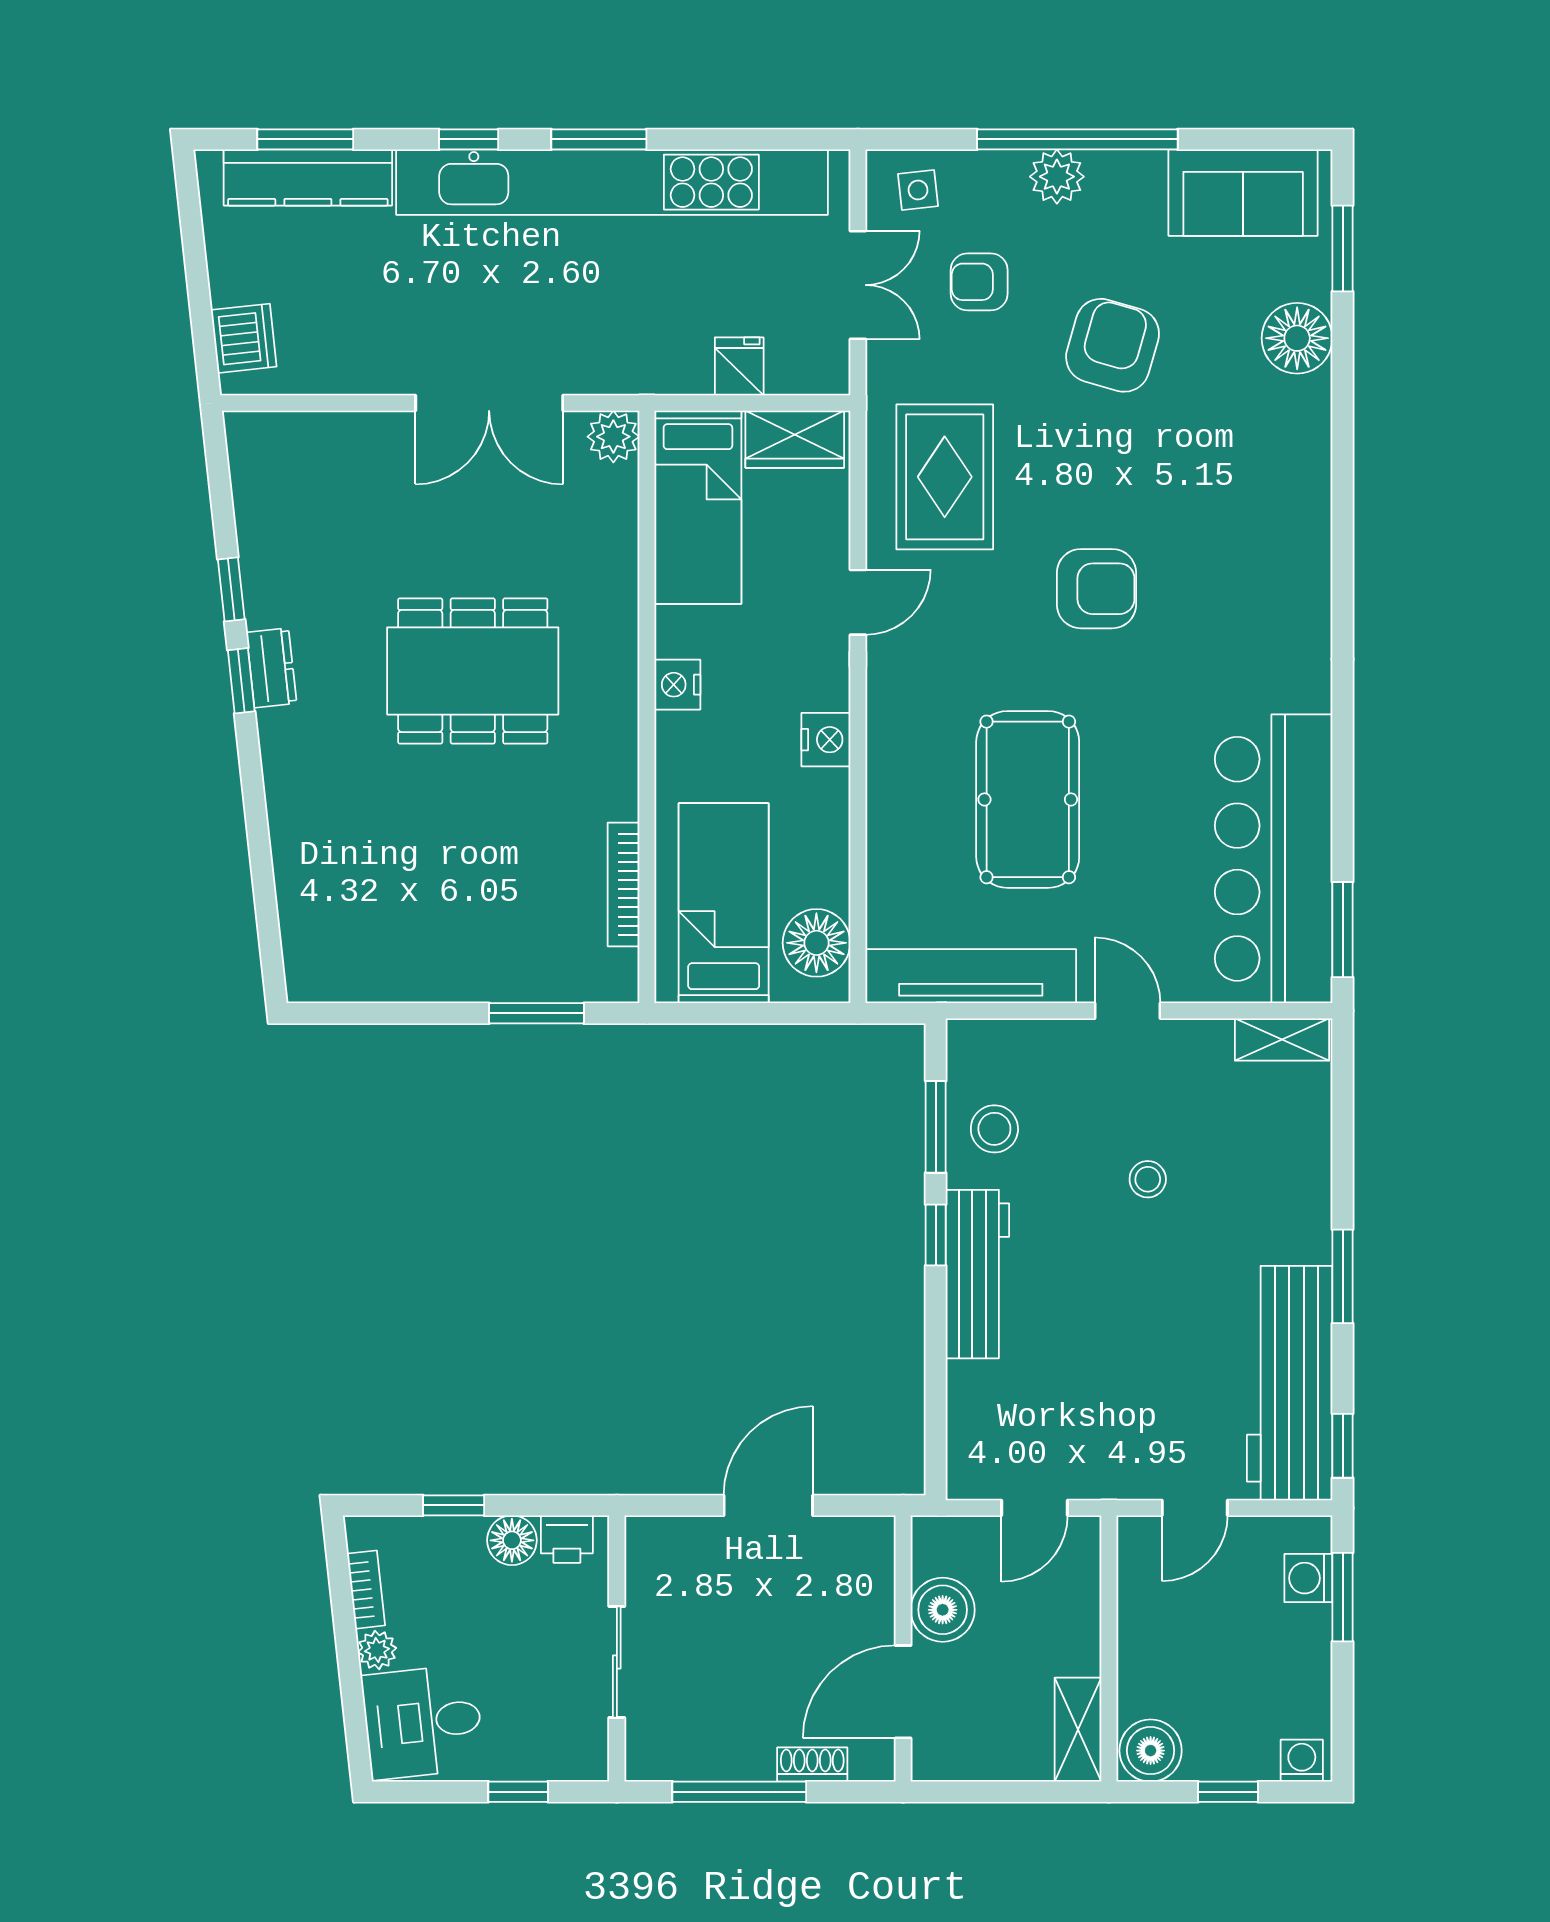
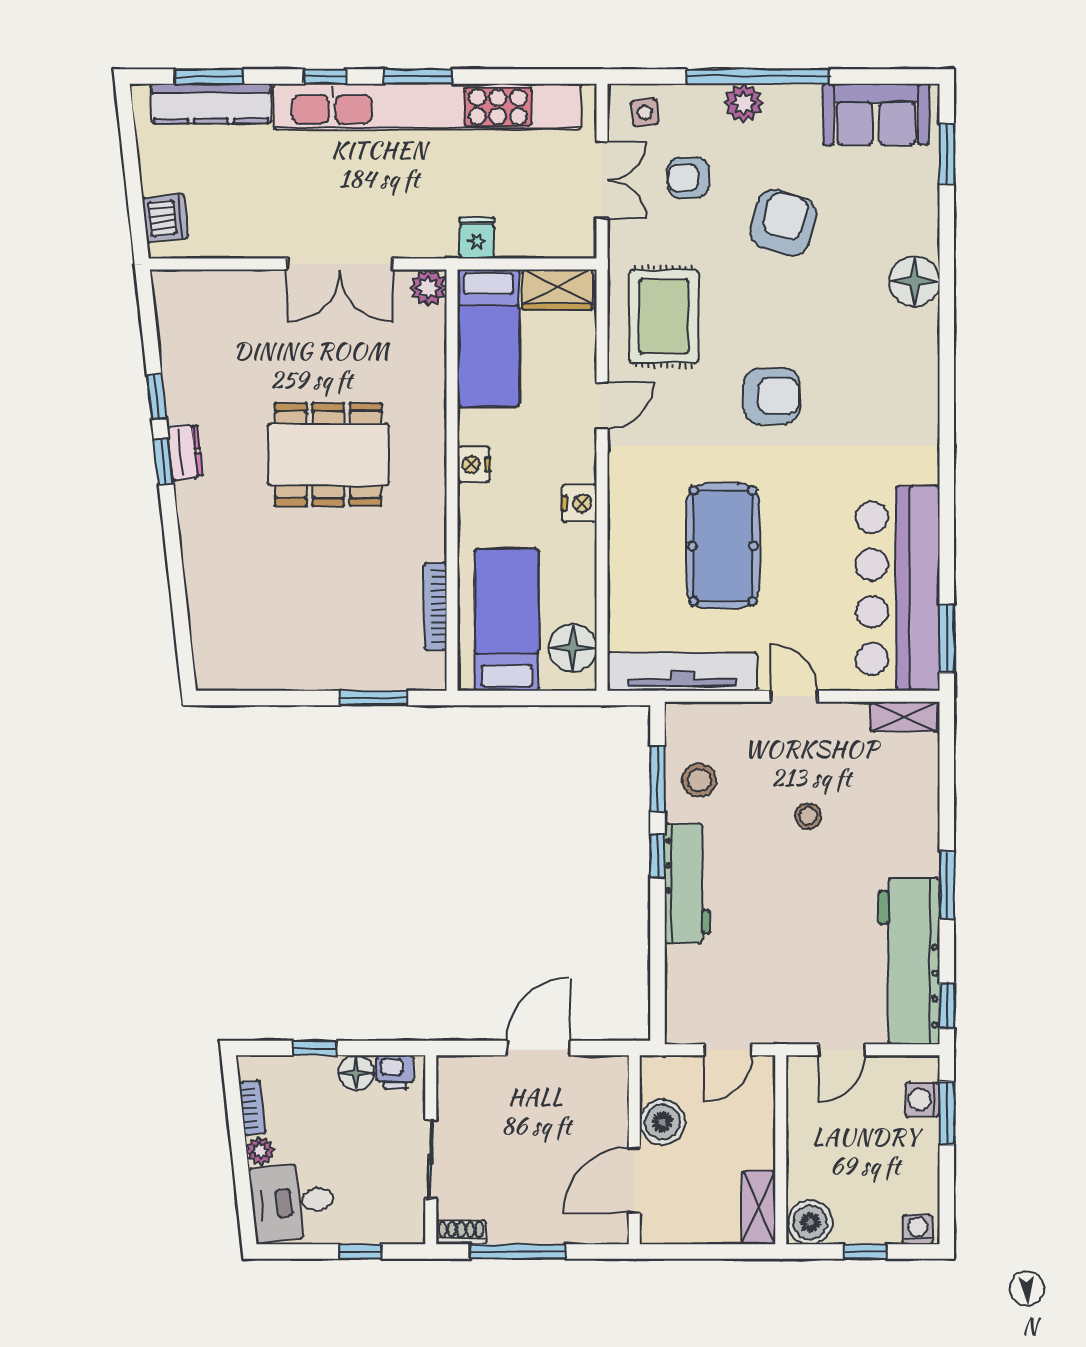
floor lamp: (1297, 338) -> (914, 281), moved
fridge: (739, 366) -> (477, 238), moved
shoe rack: (812, 1765) -> (461, 1232), moved

